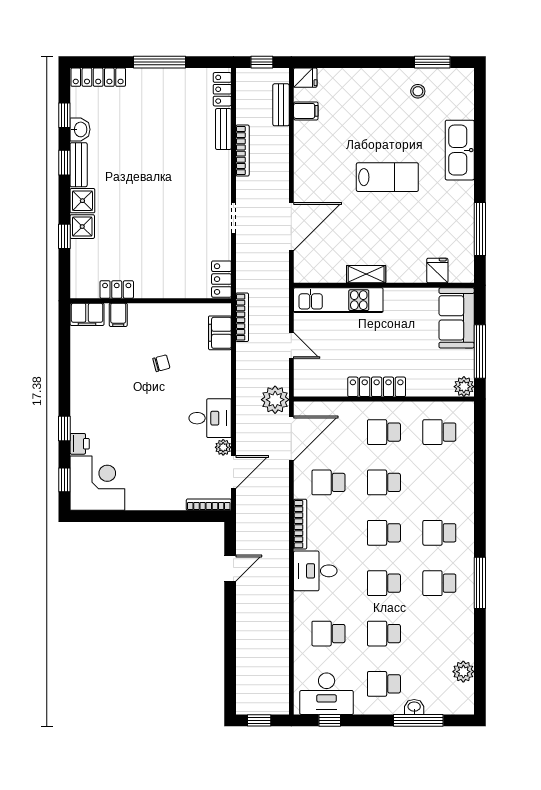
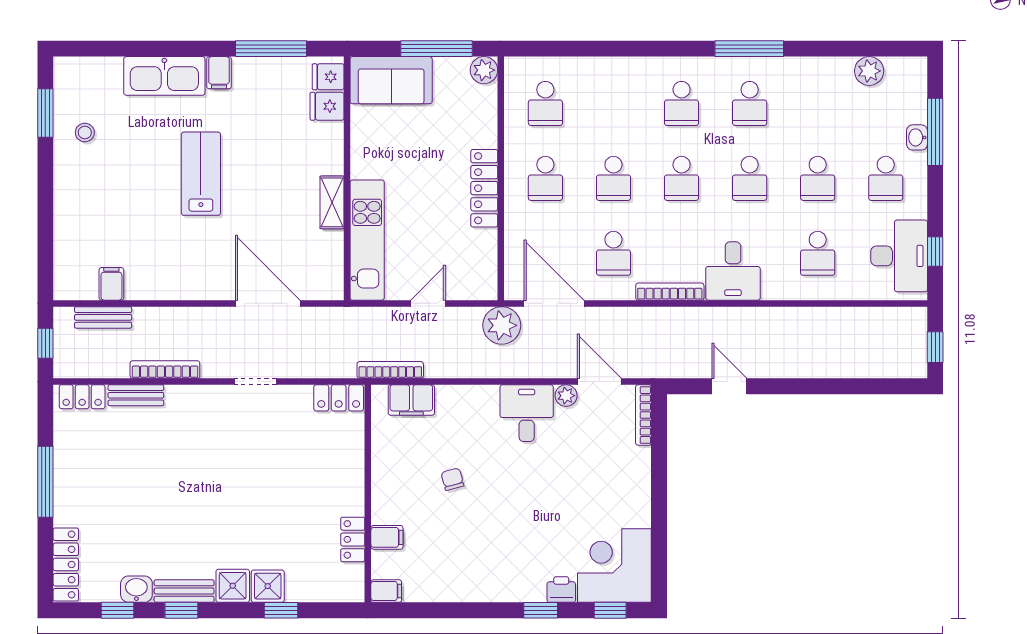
fridge: (305, 78) -> (328, 77), moved, turned -90
filing cabinet: (462, 191) -> (219, 73), added
filing cabinet: (87, 314) -> (386, 591), width x0.50

